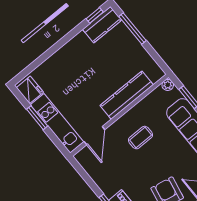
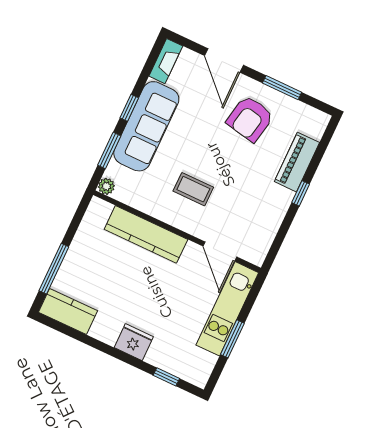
window: (95, 15) -> (166, 377), moved
fridge: (30, 90) -> (134, 342), moved, turned 90
door: (94, 136) -> (220, 251), swing flipped

